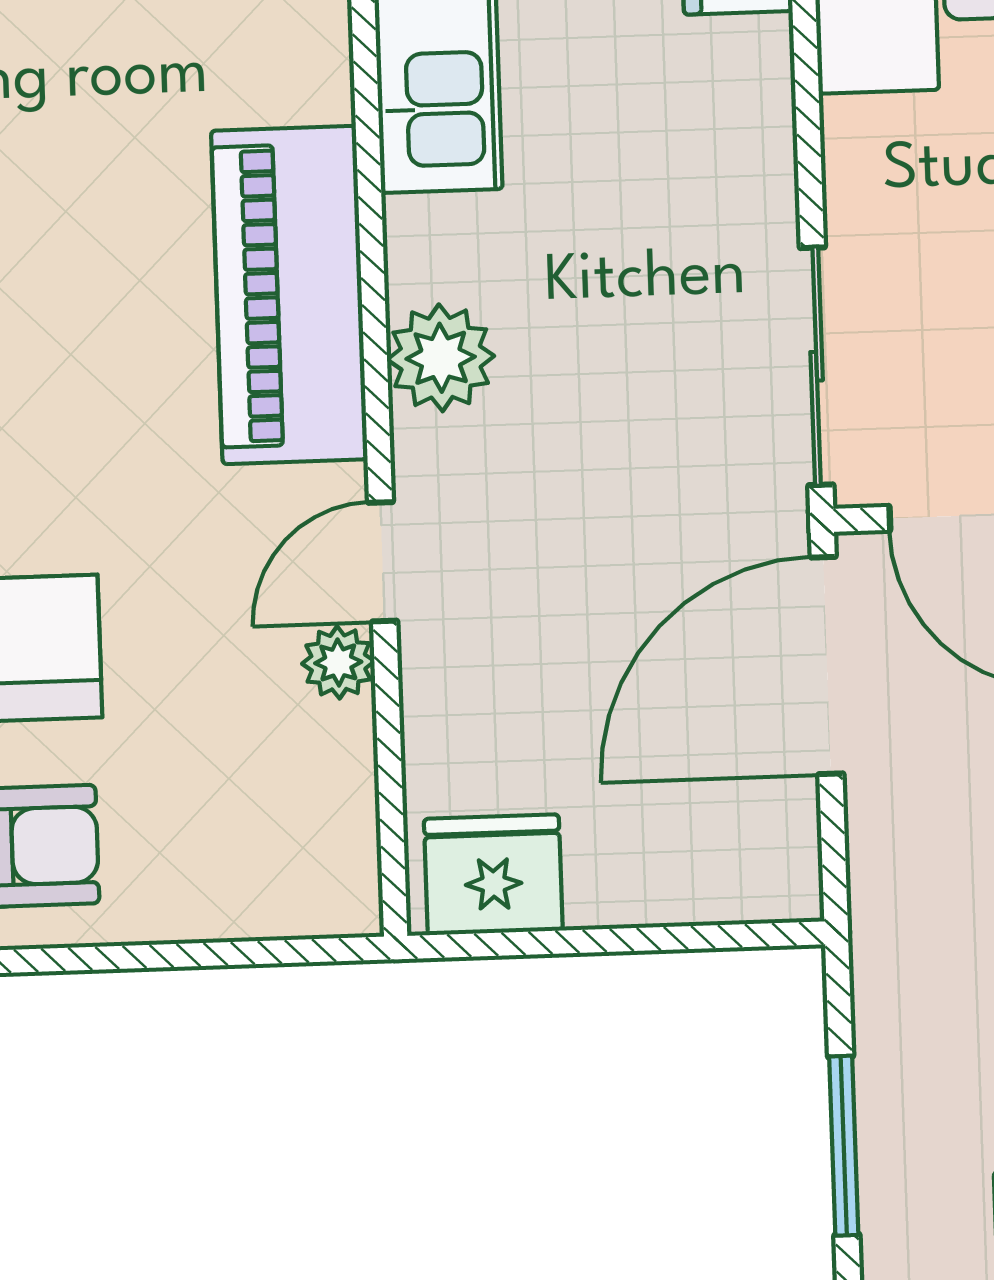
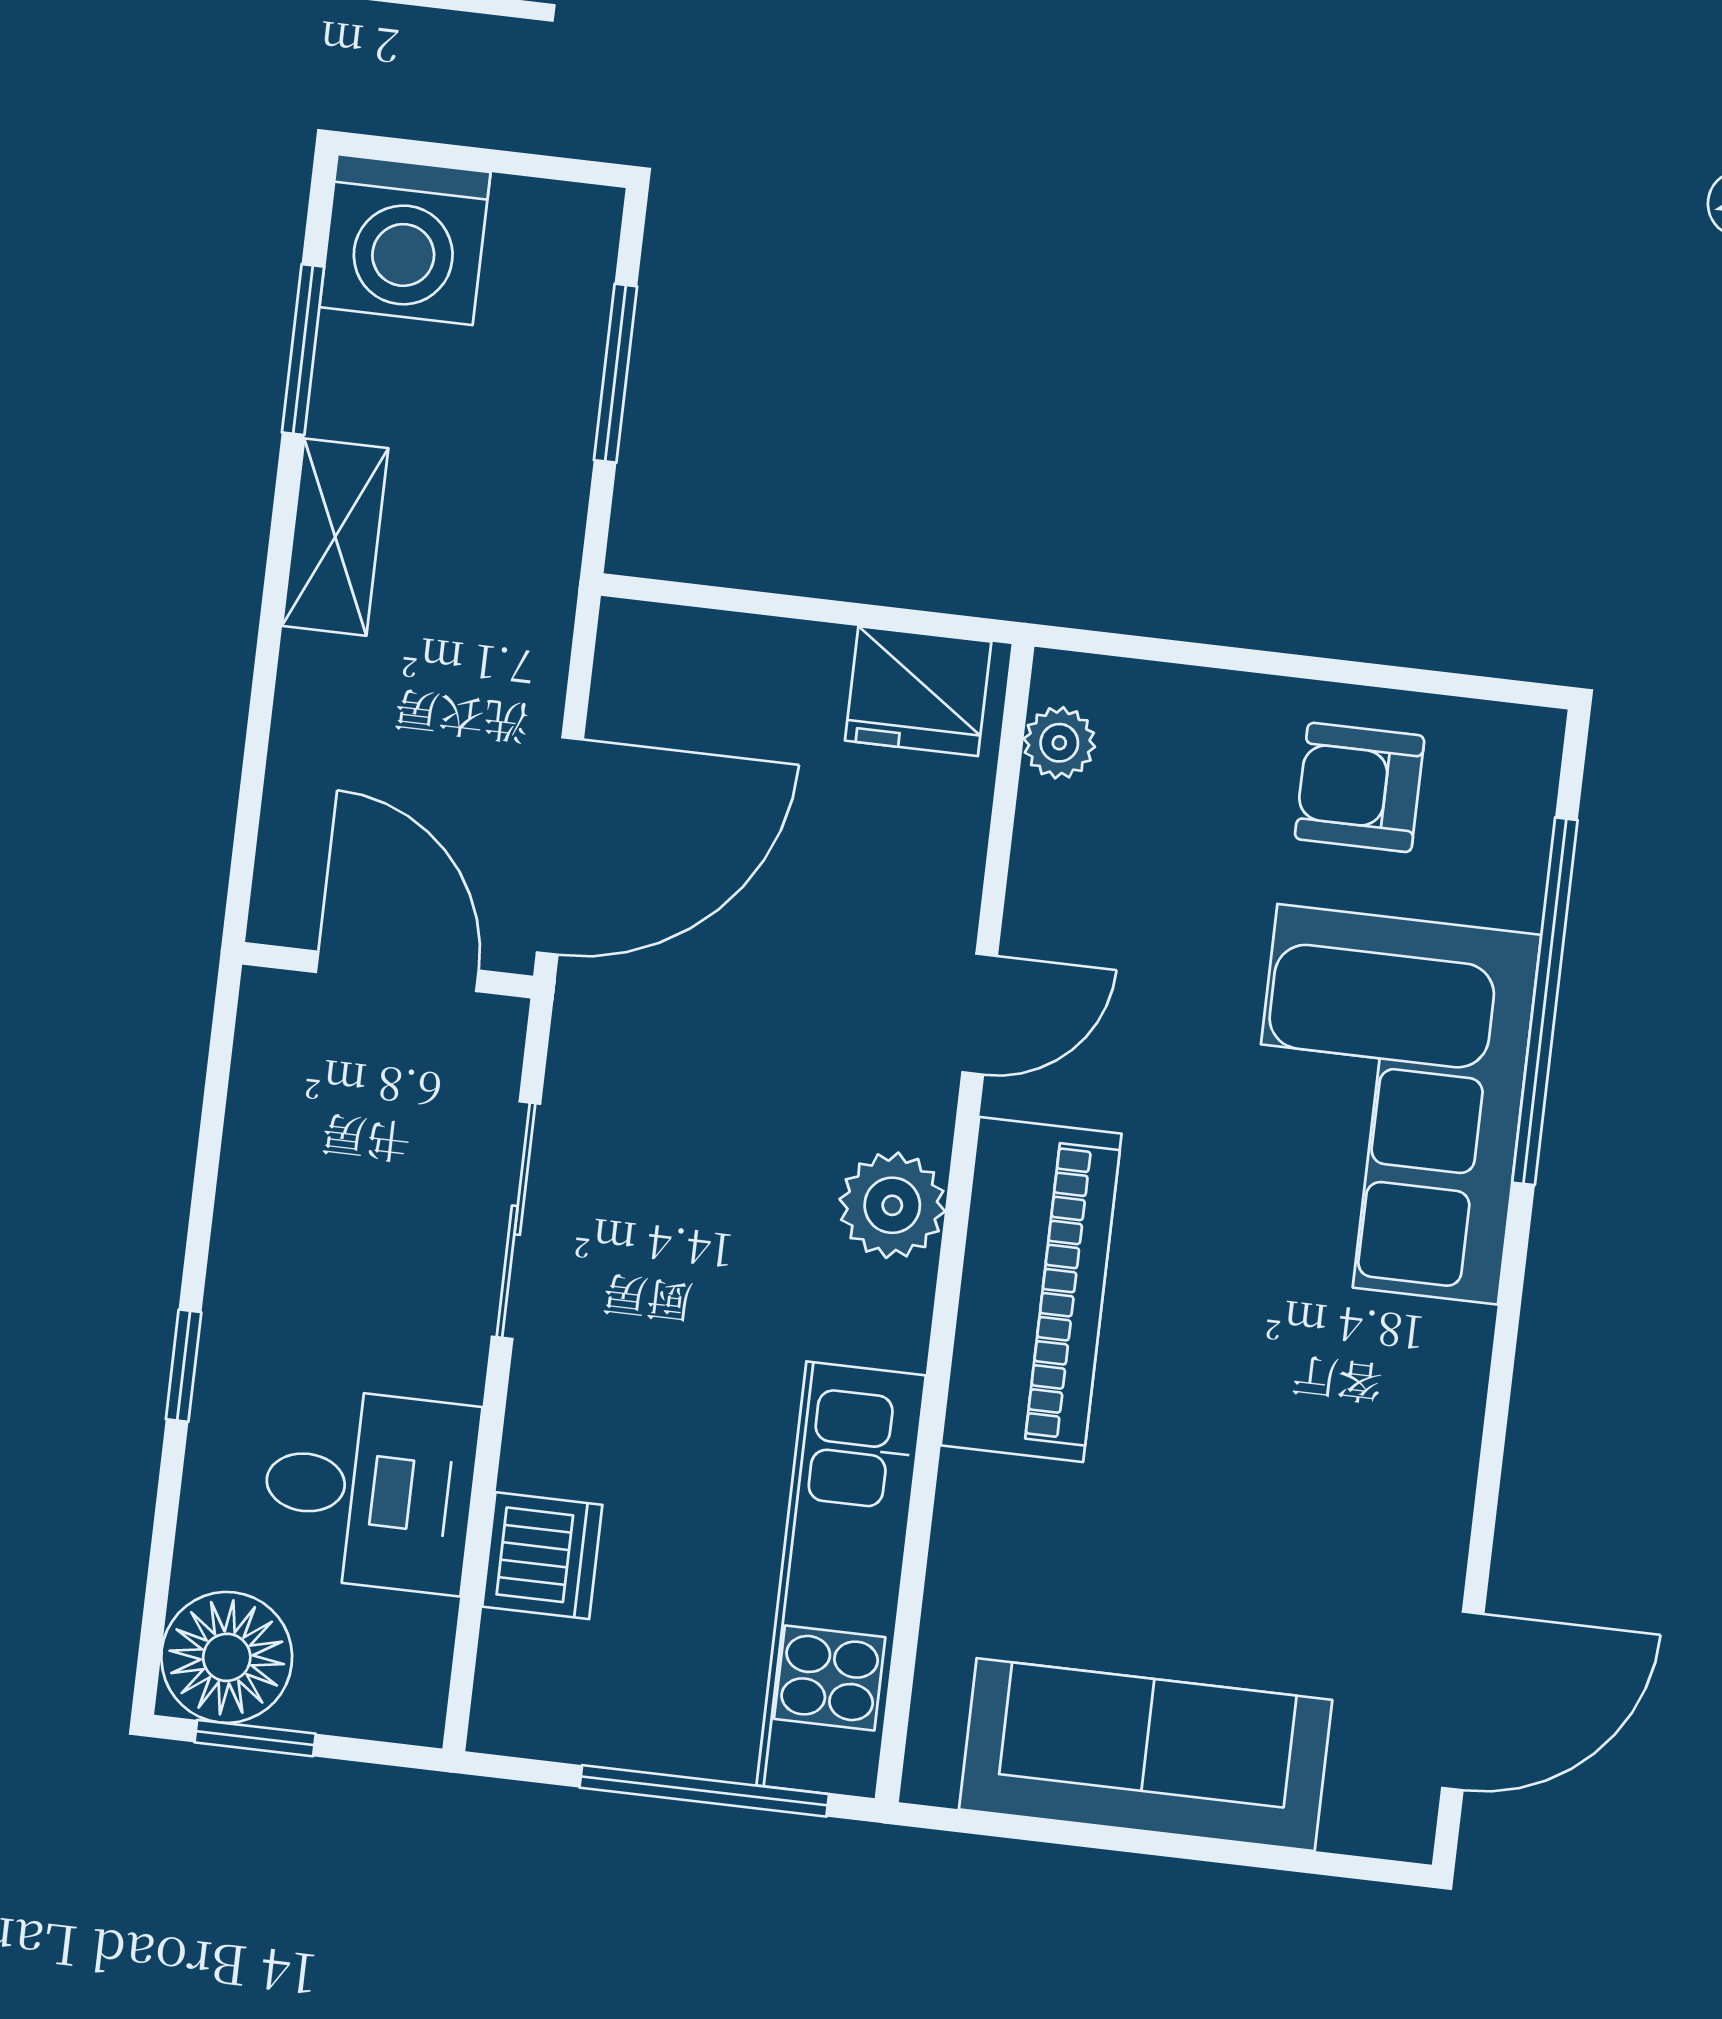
sliding door: (817, 366) -> (516, 1220), moved
plant: (338, 662) -> (1059, 743), moved

